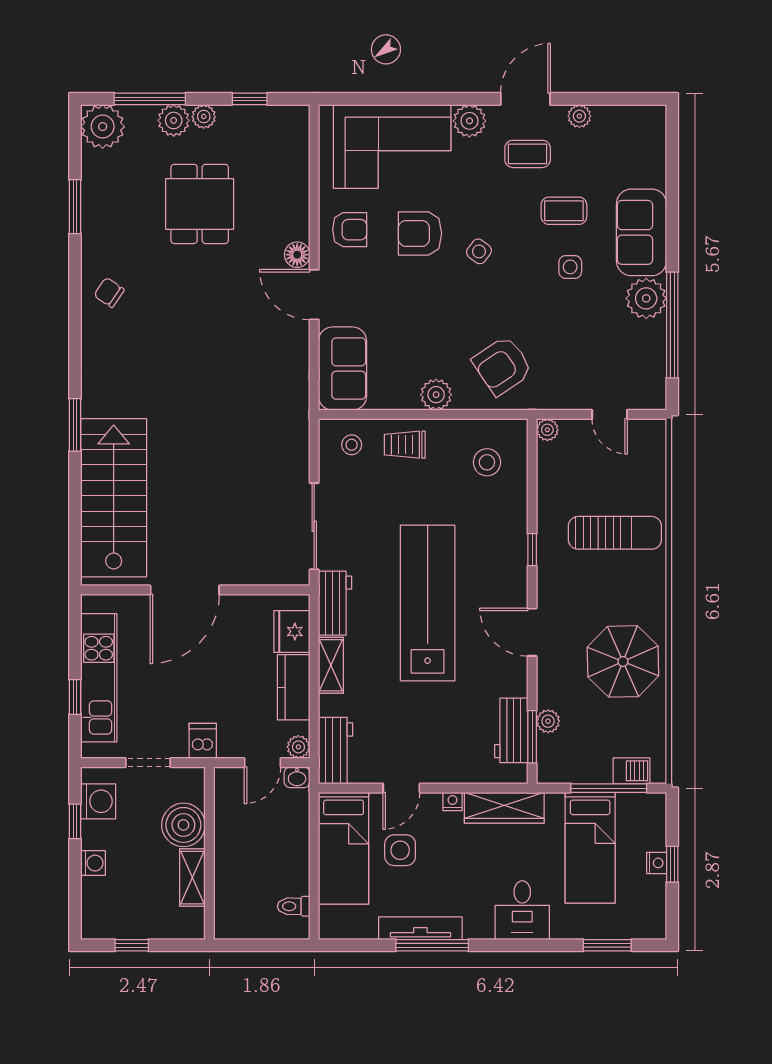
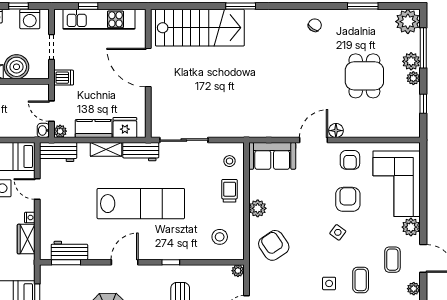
dining table: (200, 204) -> (364, 76), turned 90
plant: (548, 721) -> (75, 271), removed
wardrobe: (504, 808) -> (26, 239), width x0.67

